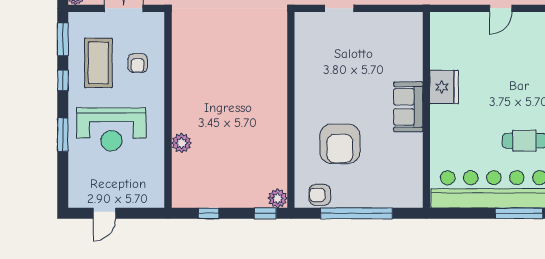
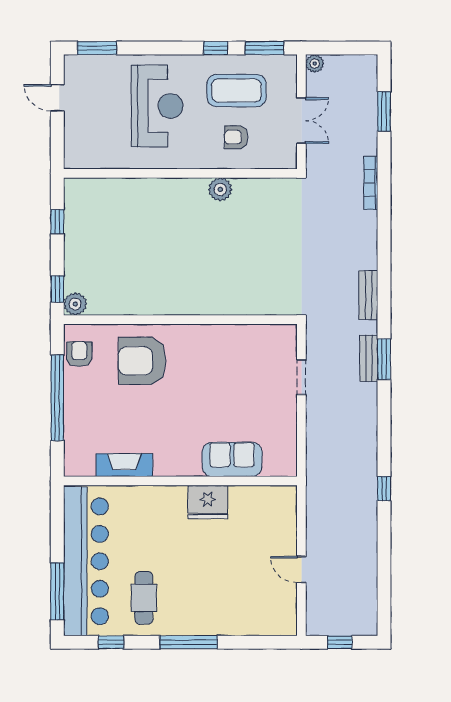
sofa: (408, 107) -> (232, 459), moved
reception desk: (111, 129) -> (157, 106), turned 180
window: (63, 135) -> (97, 48), moved
plant: (181, 143) -> (220, 189), moved
armchair: (340, 144) -> (142, 361), moved
fireplace: (413, 157) -> (124, 465), added

